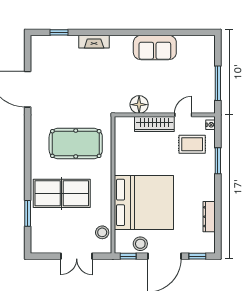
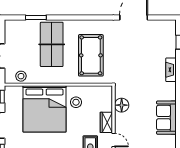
wardrobe: (154, 124) -> (106, 122), width x0.67
stool: (140, 244) -> (76, 102), moved

